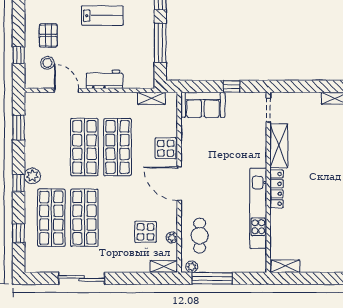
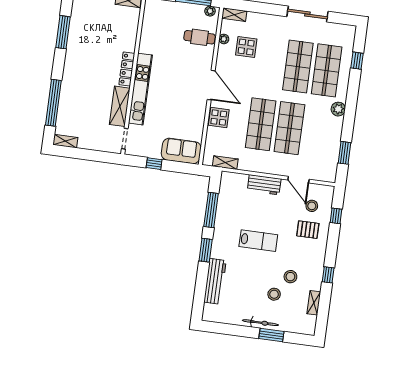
lab bench: (102, 16) -> (258, 241), turned 180
pallet: (48, 35) -> (308, 230), turned 90
window: (19, 183) -> (351, 105), removed
kitchen unit: (258, 208) -> (140, 89), moved
cafe table: (200, 236) -> (199, 37), turned 90

